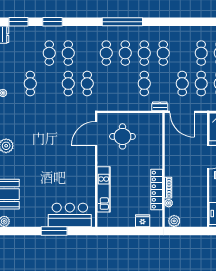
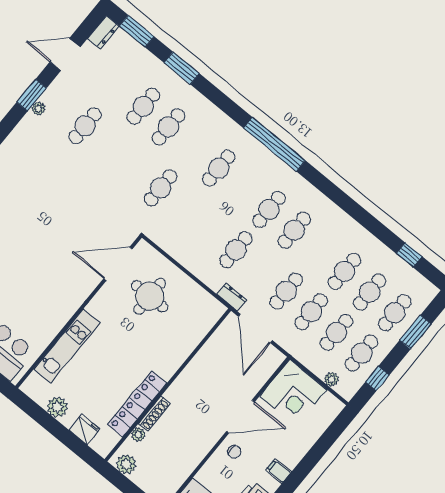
cafe table: (125, 53) -> (244, 189), removed
cafe table: (68, 84) -> (135, 167), removed
plant: (122, 221) -> (57, 407), added

